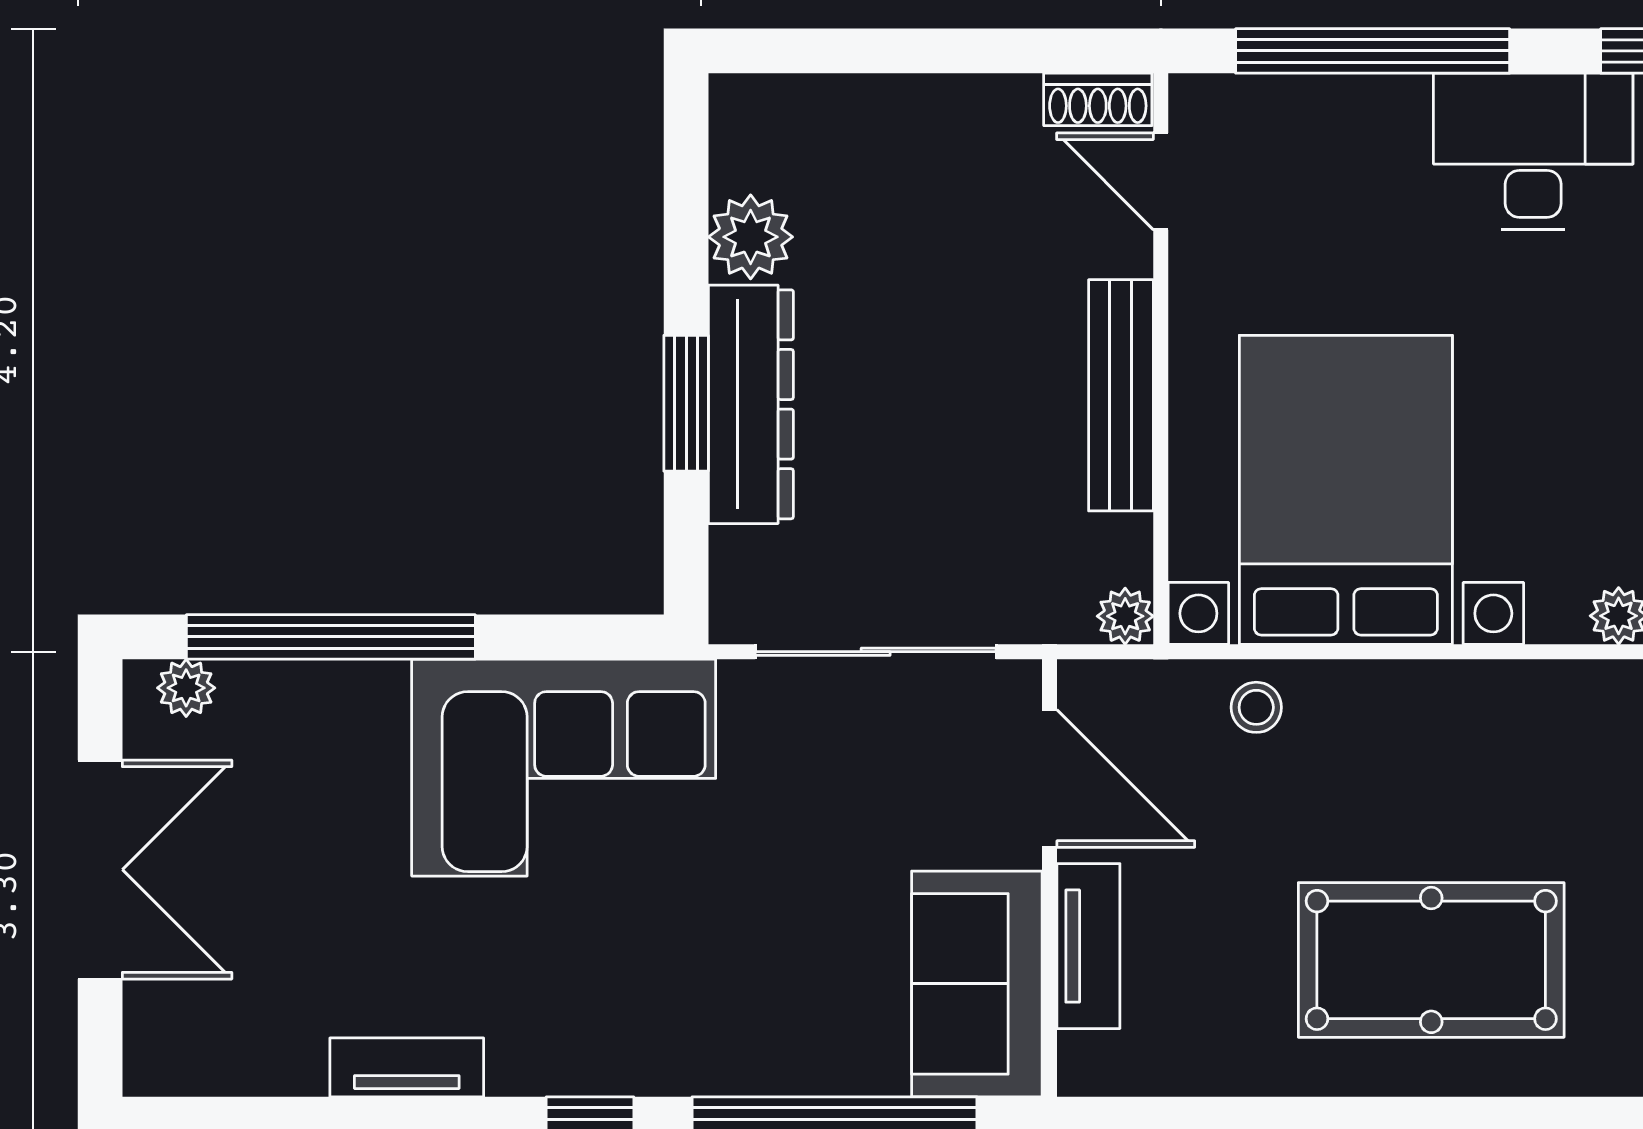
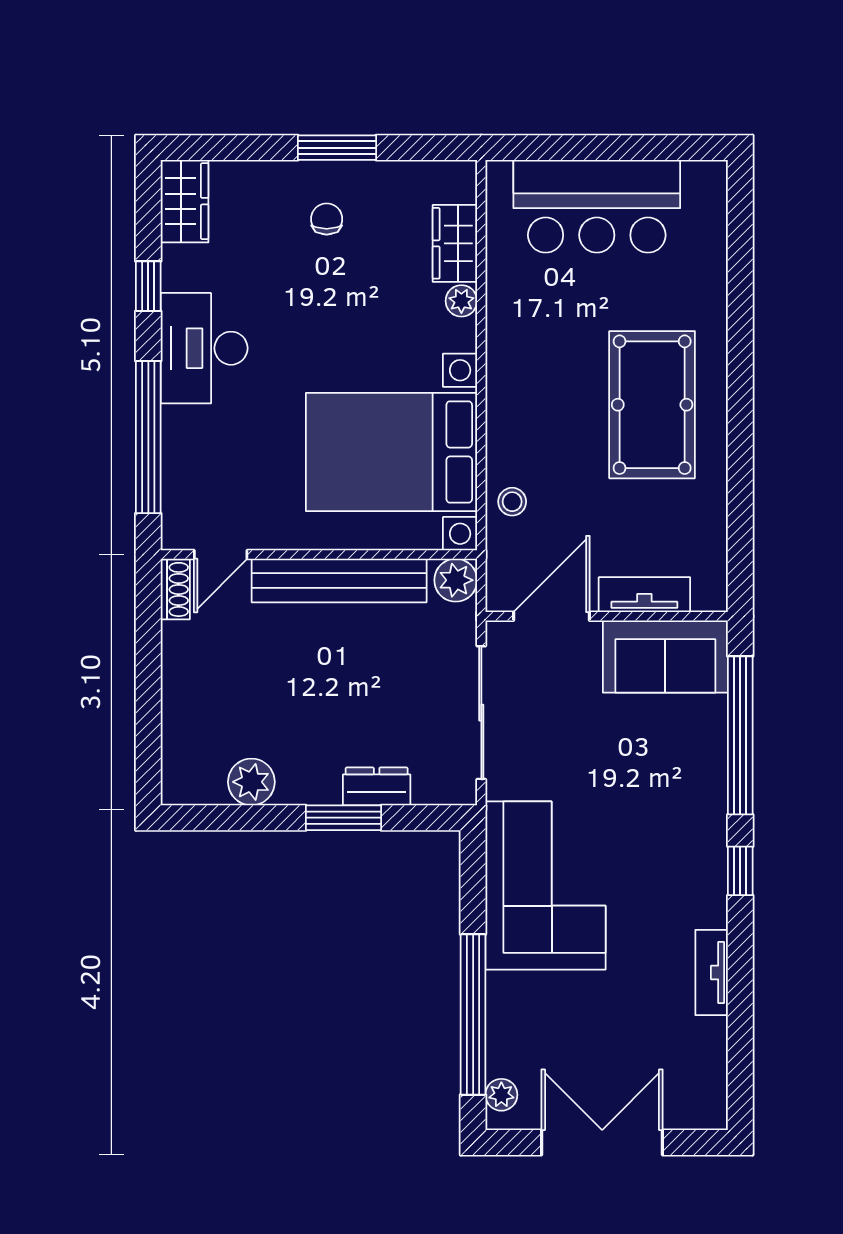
bench: (1121, 395) -> (339, 580), width x1.37, depth x1.21
dresser: (751, 404) -> (377, 786), width x0.51, depth x0.80
plant: (1125, 616) -> (456, 580), width x1.38, depth x1.38

